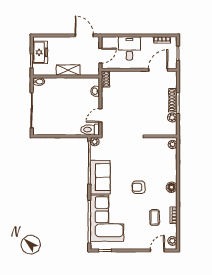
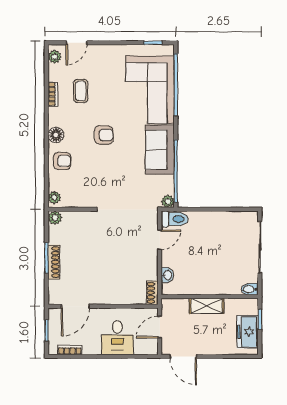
plant: (172, 117) -> (55, 218), moved
armchair: (167, 169) -> (62, 161), added

